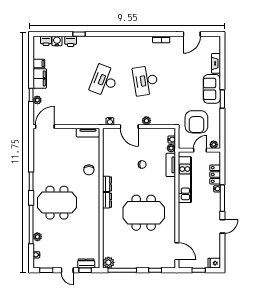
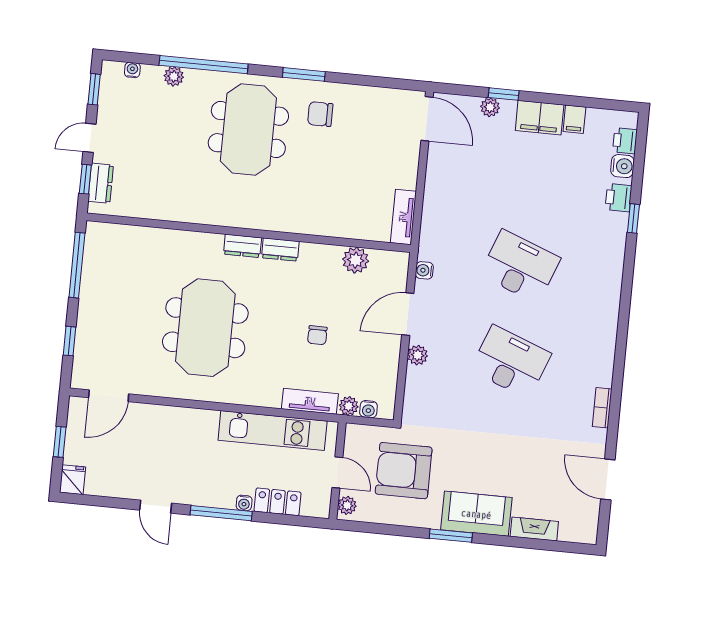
desk: (145, 81) -> (511, 362), turned 30
chair: (89, 170) -> (320, 114), moved
plant: (108, 263) -> (356, 260), moved

